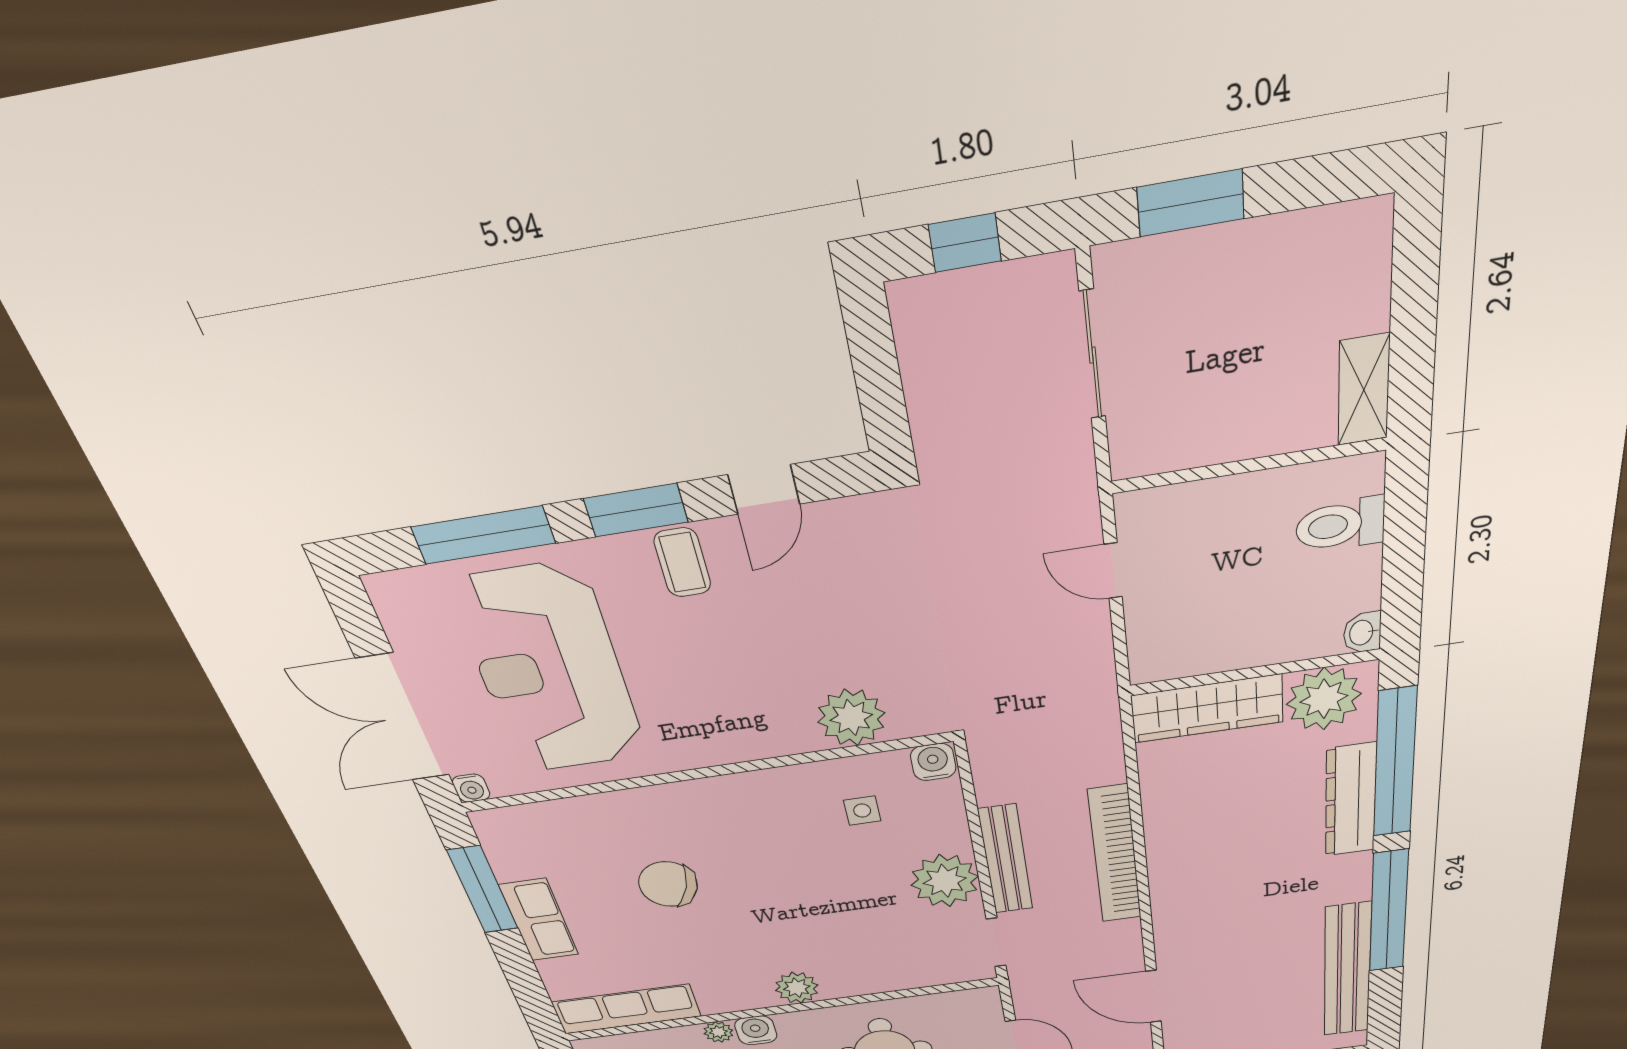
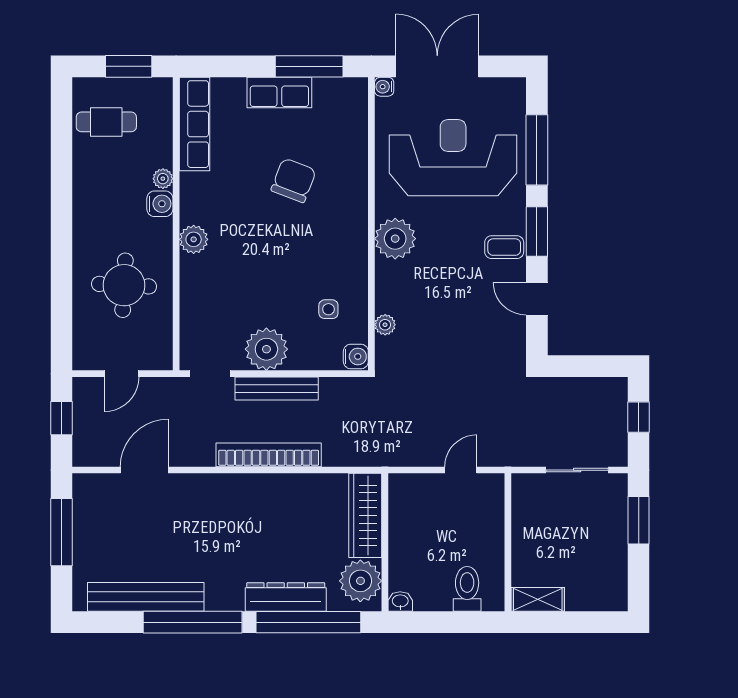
plant: (851, 717) -> (385, 325), width x0.53, depth x0.53
plant: (719, 735) -> (395, 239), added

